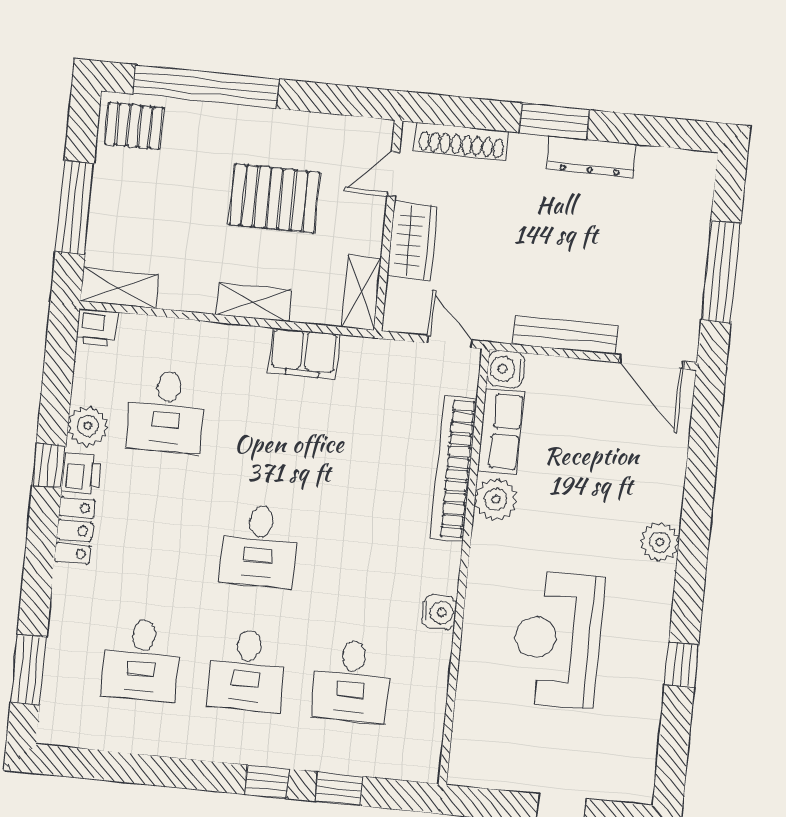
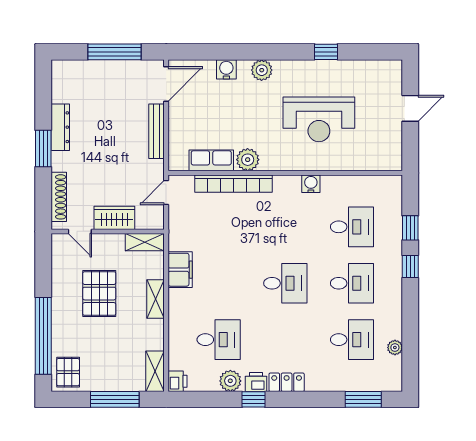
water cooler: (506, 369) -> (226, 69), moved, turned 180
plant: (119, 738) -> (395, 348), added

